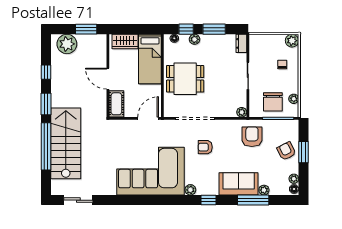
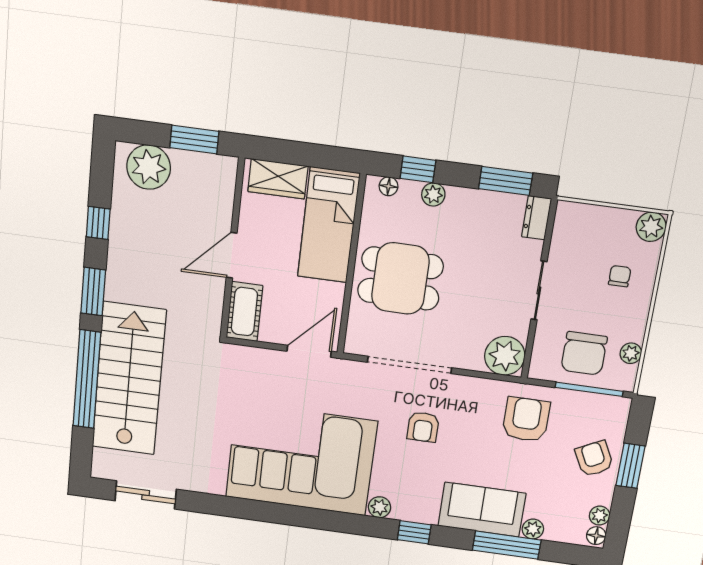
window: (214, 29) -> (506, 181), moved
door: (108, 79) -> (232, 255), hinge flipped
plant: (242, 112) -> (505, 356), width x1.88, depth x1.88
armchair: (205, 147) -> (423, 427), turned -90

